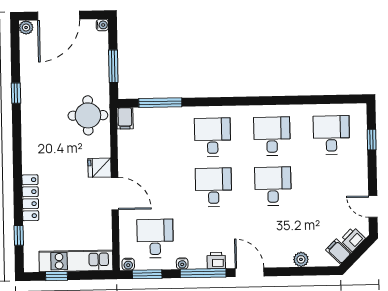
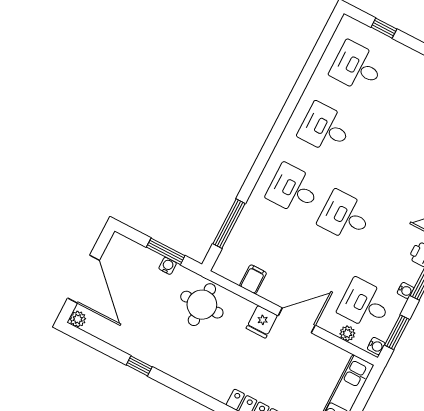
water cooler: (102, 25) -> (168, 266), moved
filing cabinet: (125, 118) -> (253, 279), moved, turned -90
desk: (273, 186) -> (377, 155), removed
plant: (126, 237) -> (347, 333), added

